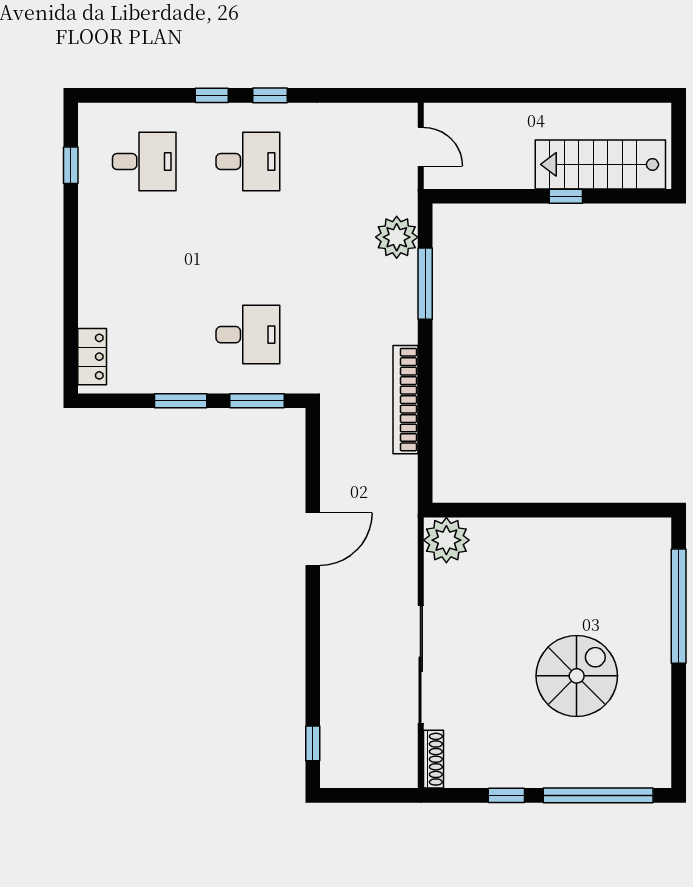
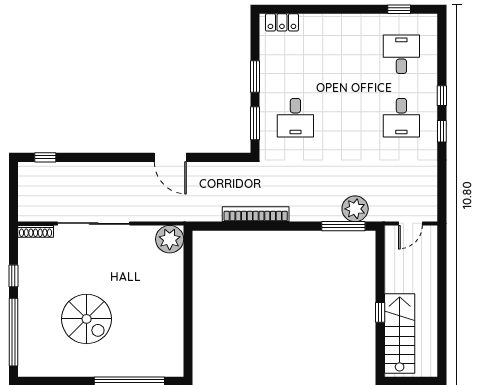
desk: (144, 161) -> (401, 54), turned 180
window: (425, 284) -> (343, 226), moved

